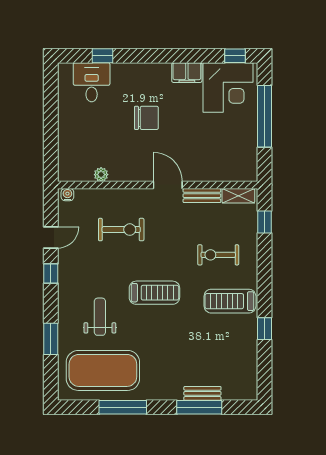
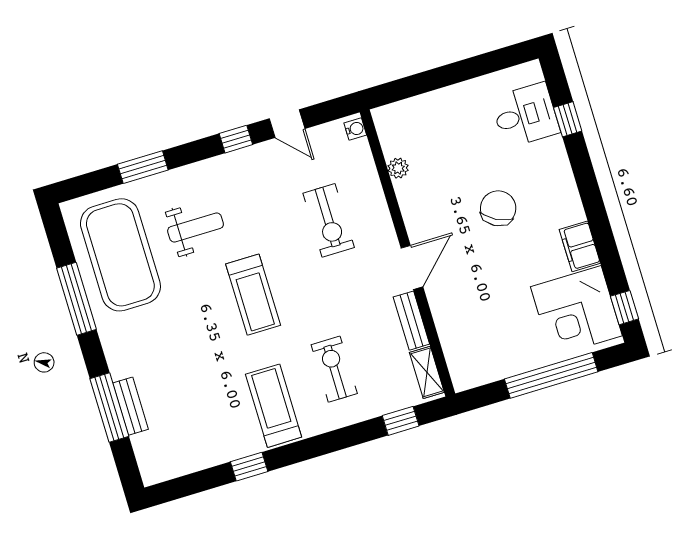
chair: (146, 118) -> (498, 208), turned -152

